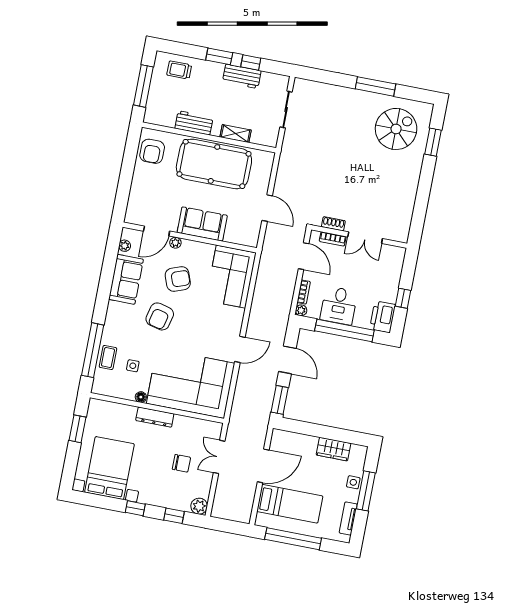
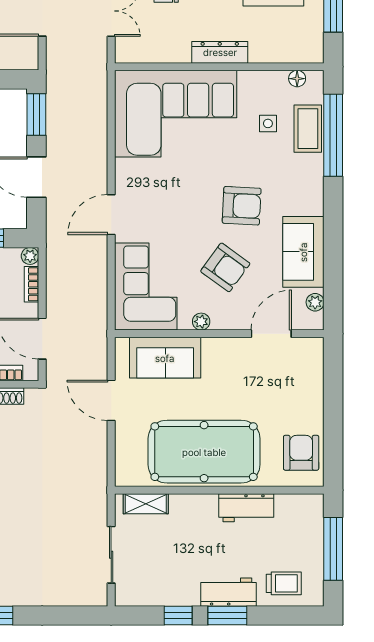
workbench: (242, 76) -> (228, 592), moved
shelving: (236, 134) -> (146, 504), moved
sofa: (202, 224) -> (165, 358), moved
plant: (175, 243) -> (201, 322), moved
armchair: (178, 279) -> (225, 267), turned -124
armchair: (160, 316) -> (242, 206), turned 79
door: (240, 349) -> (111, 215), moved
coffee table: (108, 358) -> (308, 129), width x1.36, depth x1.30
floor lamp: (141, 397) -> (297, 79), moved

